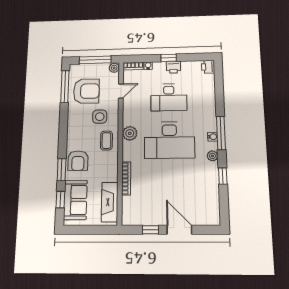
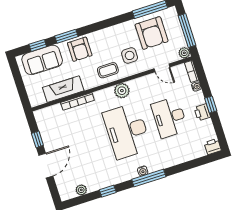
plant: (212, 156) -> (81, 190), moved
armchair: (78, 161) -> (80, 49), turned -90
fireplace: (110, 202) -> (63, 89), moved

